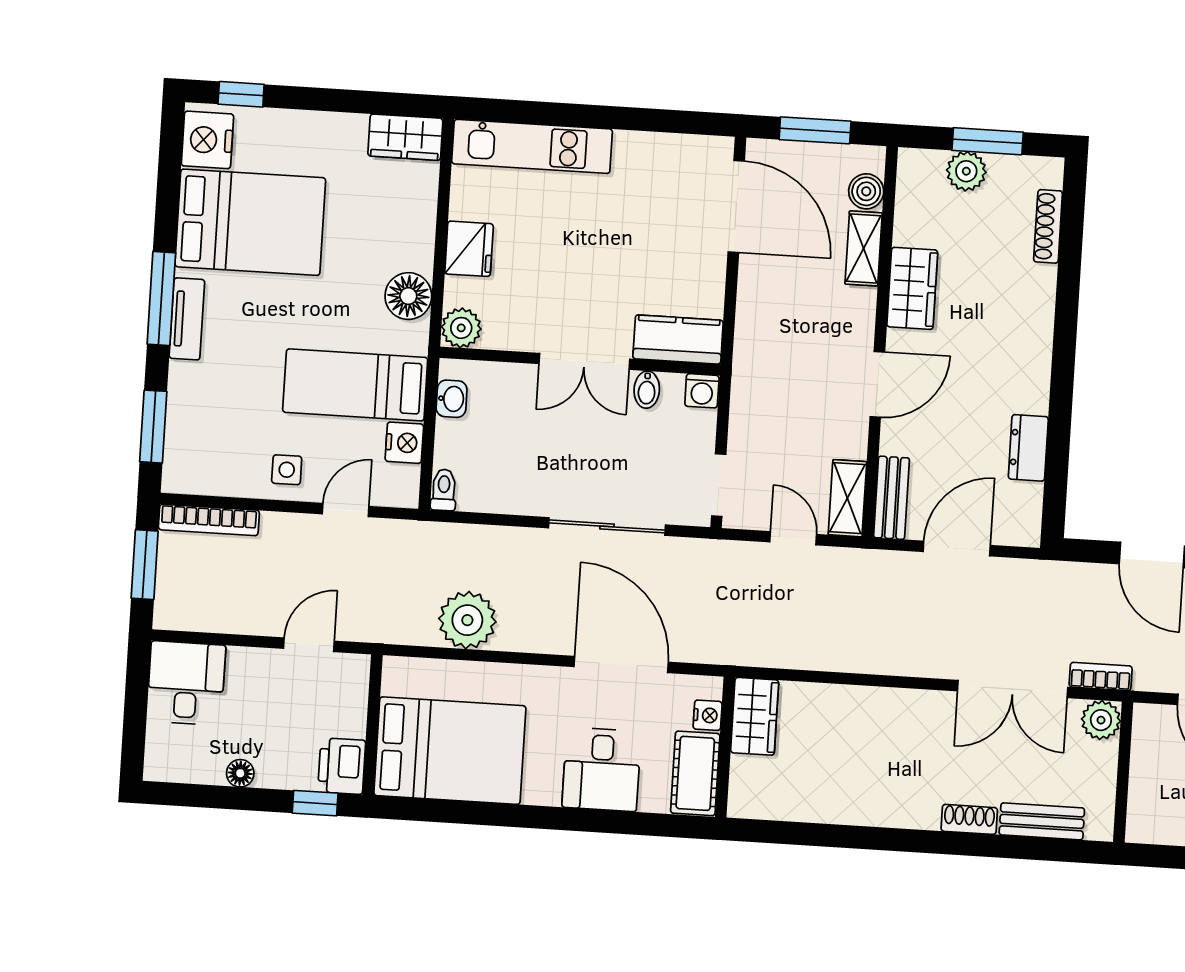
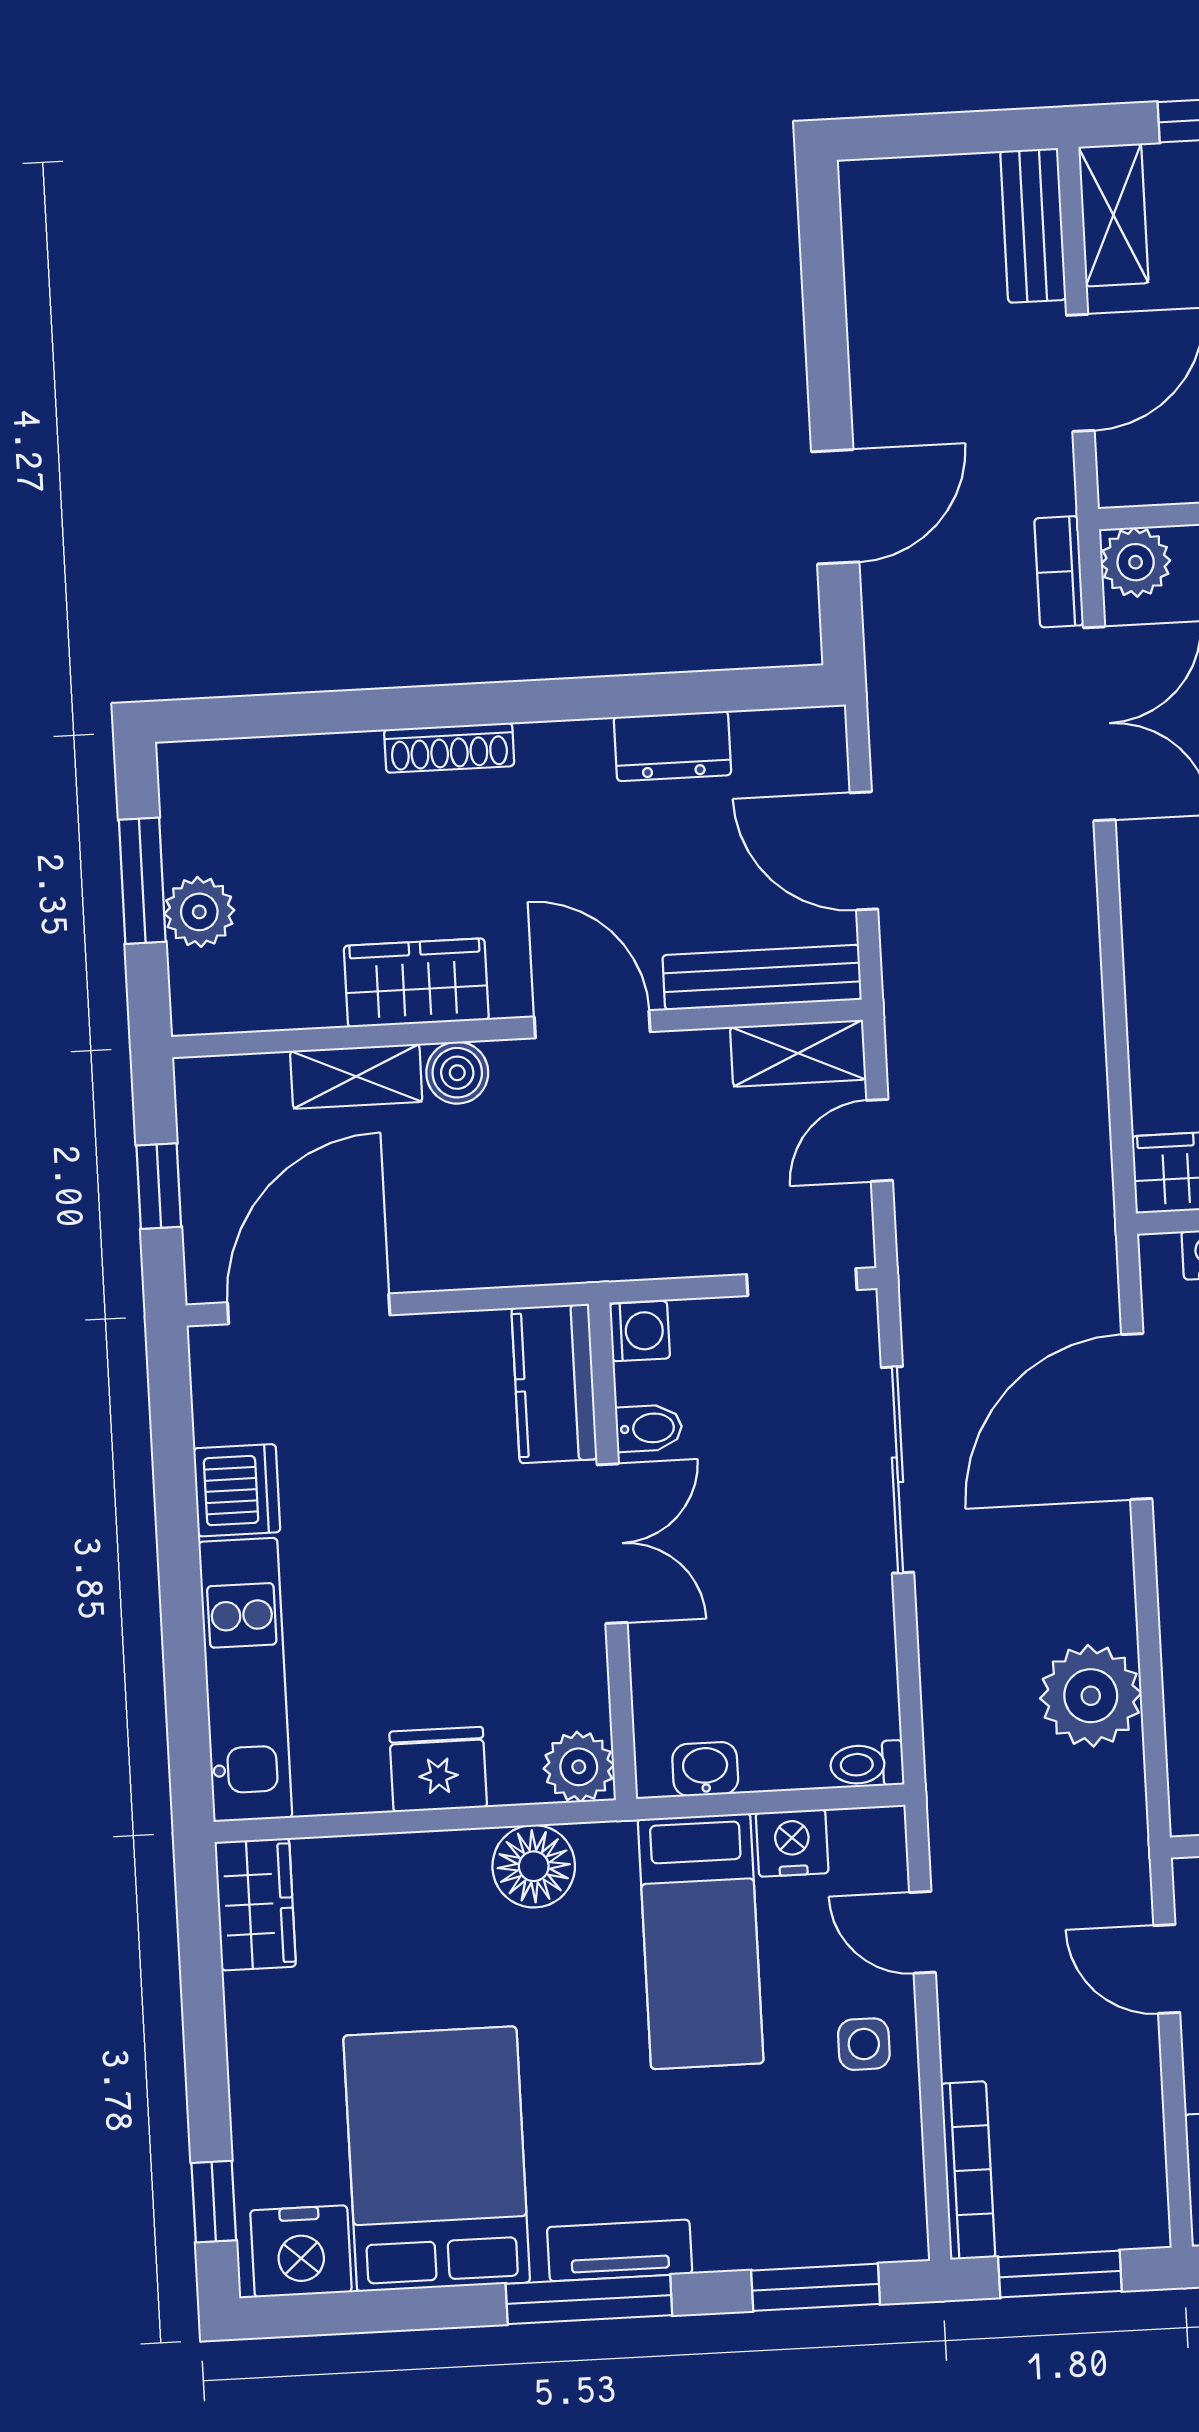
window: (815, 130) -> (159, 1186), width x0.67
dishwasher: (639, 154) -> (237, 1490), added
boiler: (866, 191) -> (457, 1073), moved
shoe rack: (1048, 226) -> (449, 748), moved
bench: (891, 498) -> (762, 977), width x1.36

